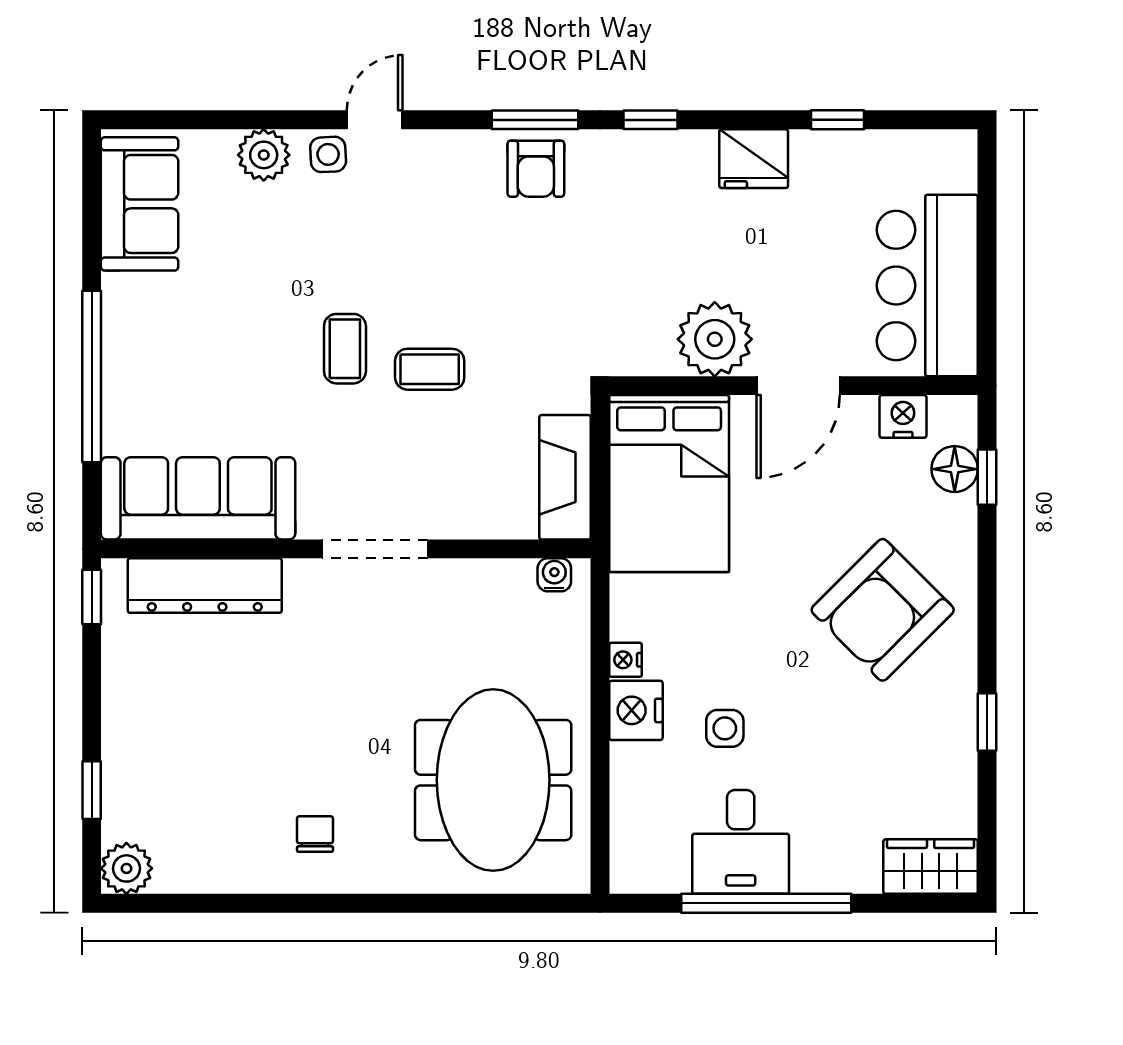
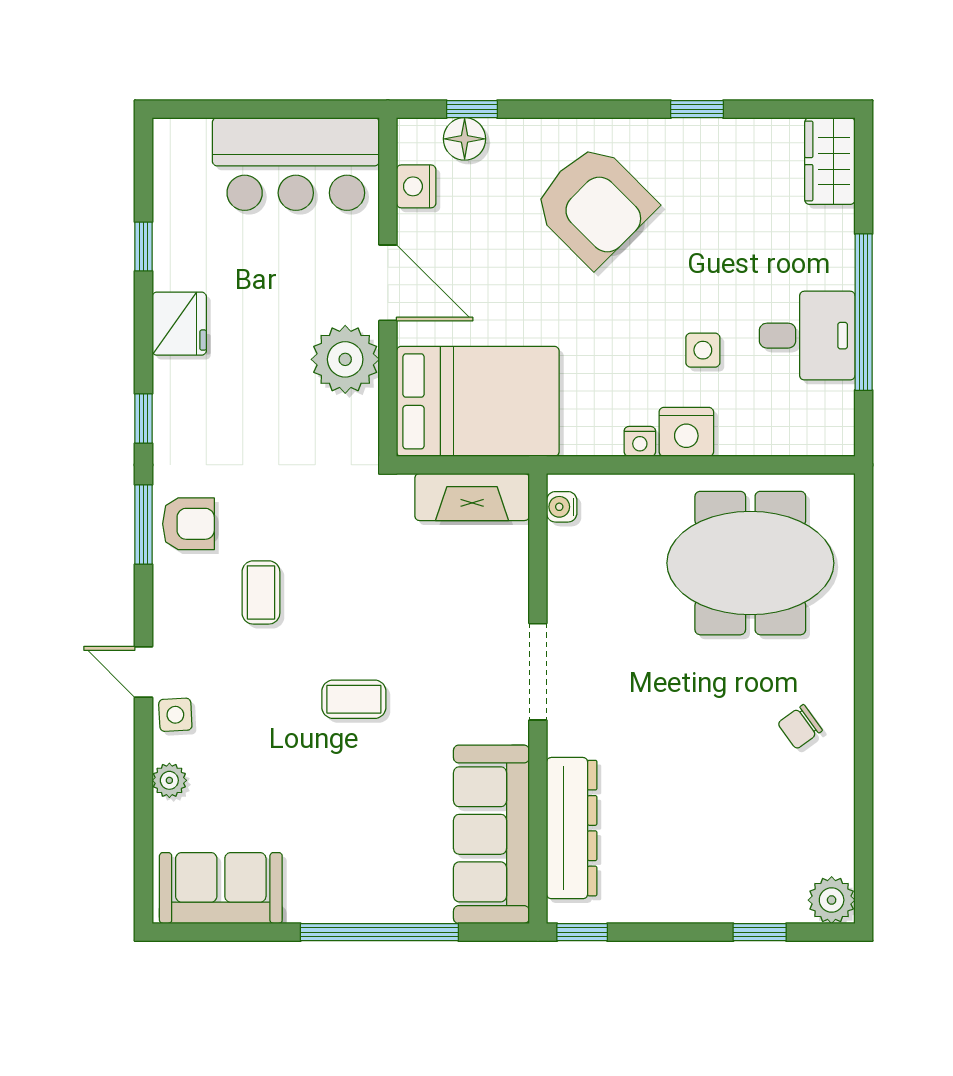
plant: (264, 155) -> (169, 780), width x0.73, depth x0.73
coffee table: (430, 369) -> (261, 592), moved
chair: (315, 834) -> (800, 727), turned -36

